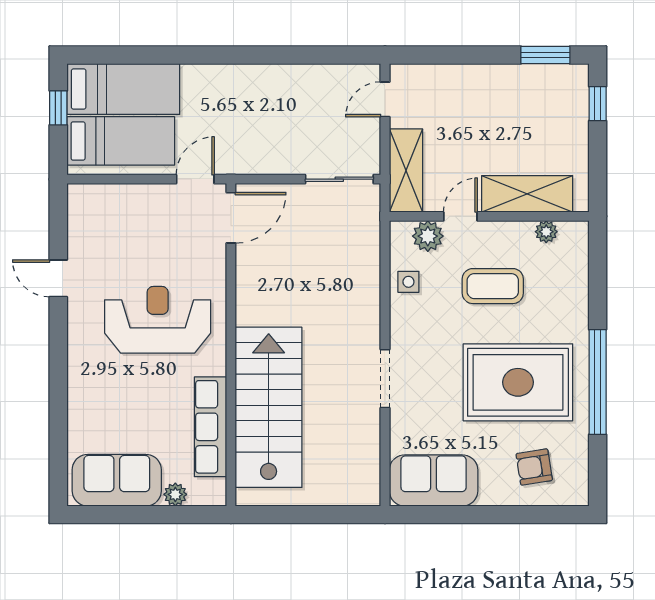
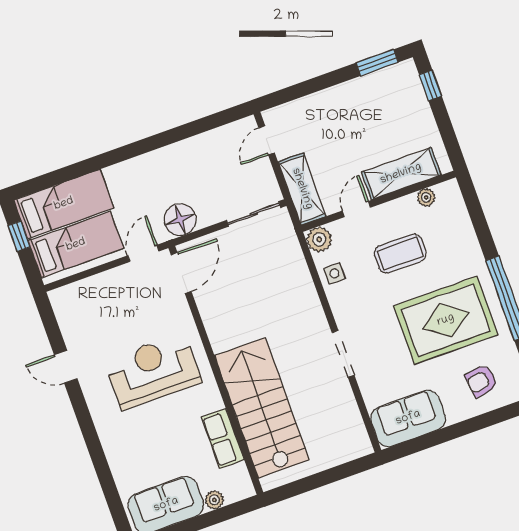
floor lamp: (252, 155) -> (180, 220), added
plant: (428, 236) -> (319, 239), moved
row of seats: (210, 427) -> (223, 439), width x0.68

